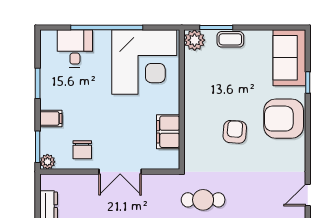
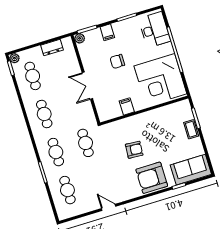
plant: (195, 40) -> (184, 107), removed
desk: (75, 48) -> (154, 30), width x1.37
armchair: (284, 119) -> (152, 178), turned -90
filing cabinet: (168, 132) -> (127, 106), width x0.50
chair: (82, 150) -> (117, 61), moved

